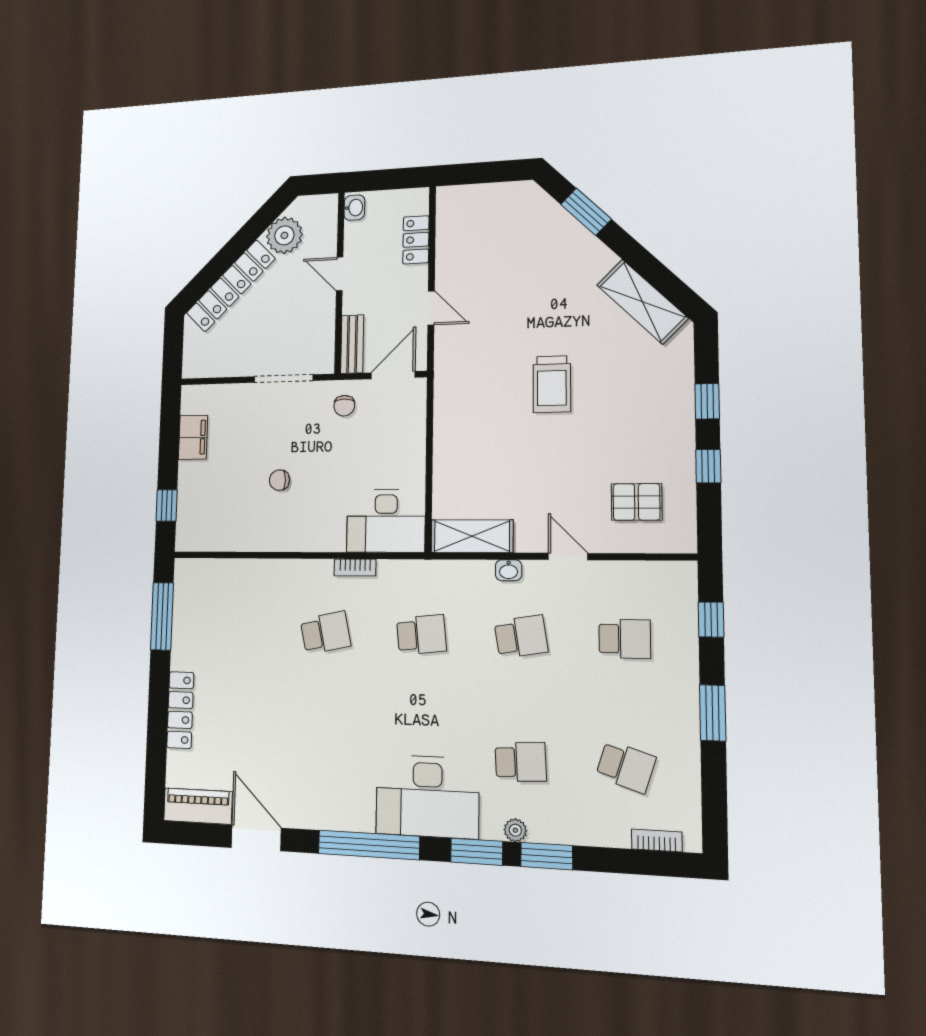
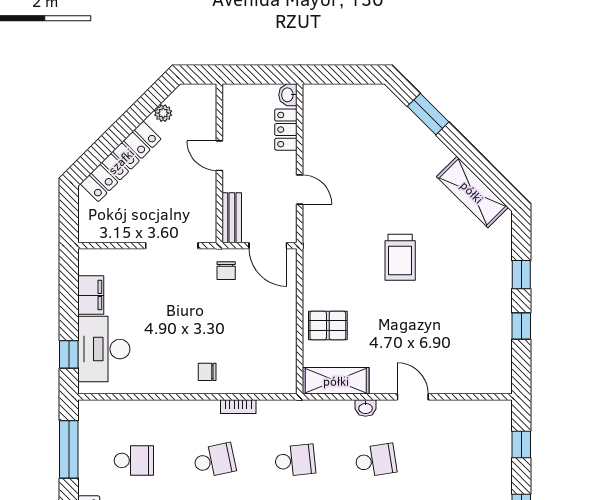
washbasin: (354, 208) -> (288, 95), moved, turned 180
plant: (284, 235) -> (163, 113), width x0.53, depth x0.53
door: (393, 375) -> (268, 246), swing flipped
chair: (279, 480) -> (207, 372), moved
pallet: (637, 502) -> (328, 325), moved
desk: (386, 521) -> (104, 349), moved, turned 90
school desk: (625, 639) -> (134, 460), moved

